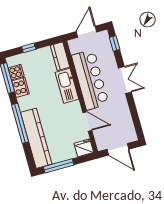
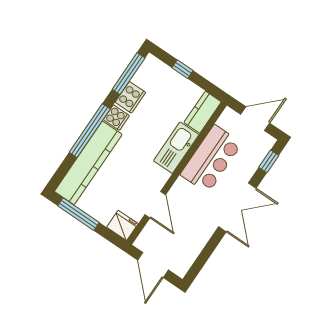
cooker: (16, 72) -> (116, 118), moved
bar counter: (90, 80) -> (211, 159), width x0.73
double door: (125, 80) -> (237, 207), width x1.37

